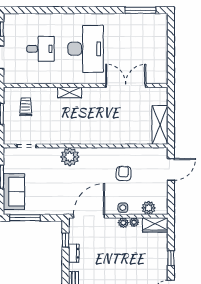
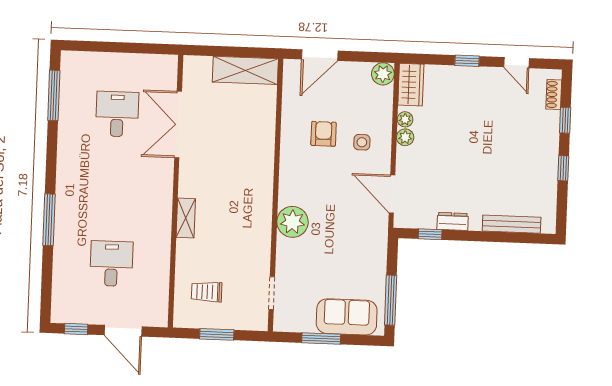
window: (65, 10) -> (49, 220), added
desk: (86, 49) -> (117, 114), moved, width x0.53, depth x0.77
door: (171, 169) -> (320, 55), swing flipped
armchair: (124, 173) -> (324, 134), turned 89
side table: (123, 208) -> (362, 142), moved
plant: (149, 208) -> (383, 74), moved
door: (89, 216) -> (392, 194), width x0.73

